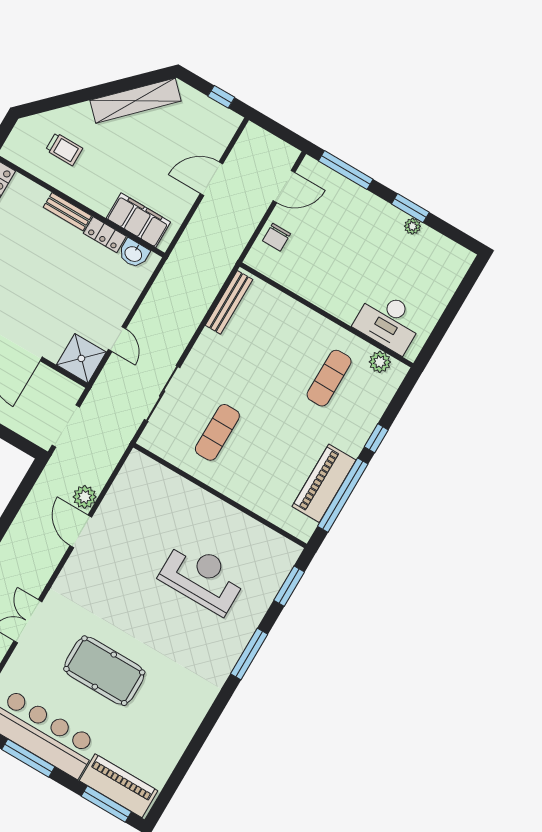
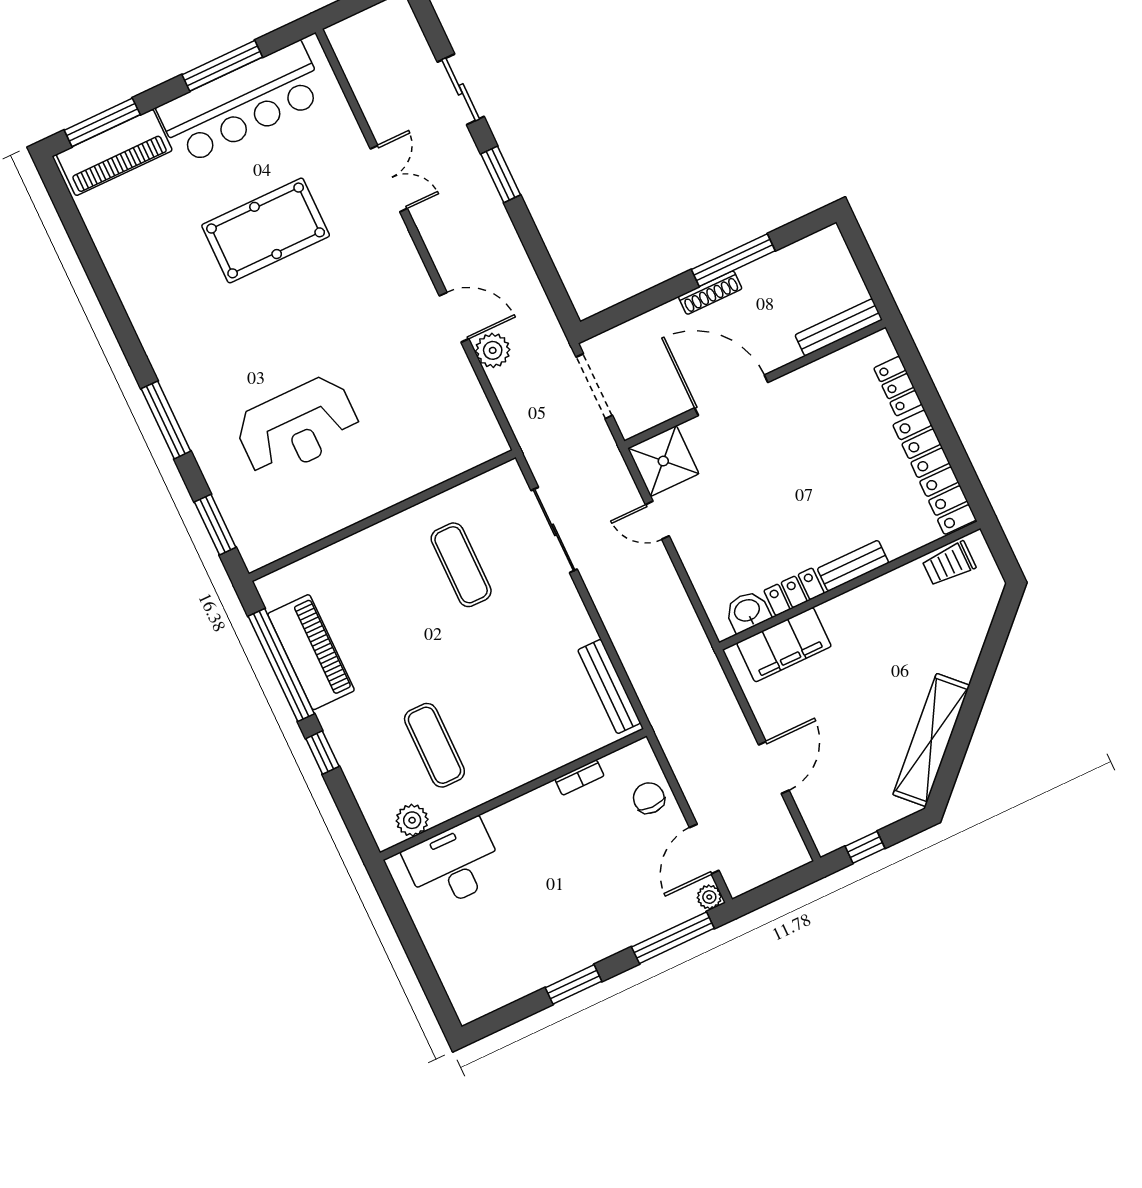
trolley: (64, 149) -> (949, 564), moved
plant: (412, 226) -> (709, 897), moved
bookcase: (292, 284) -> (579, 778), added

